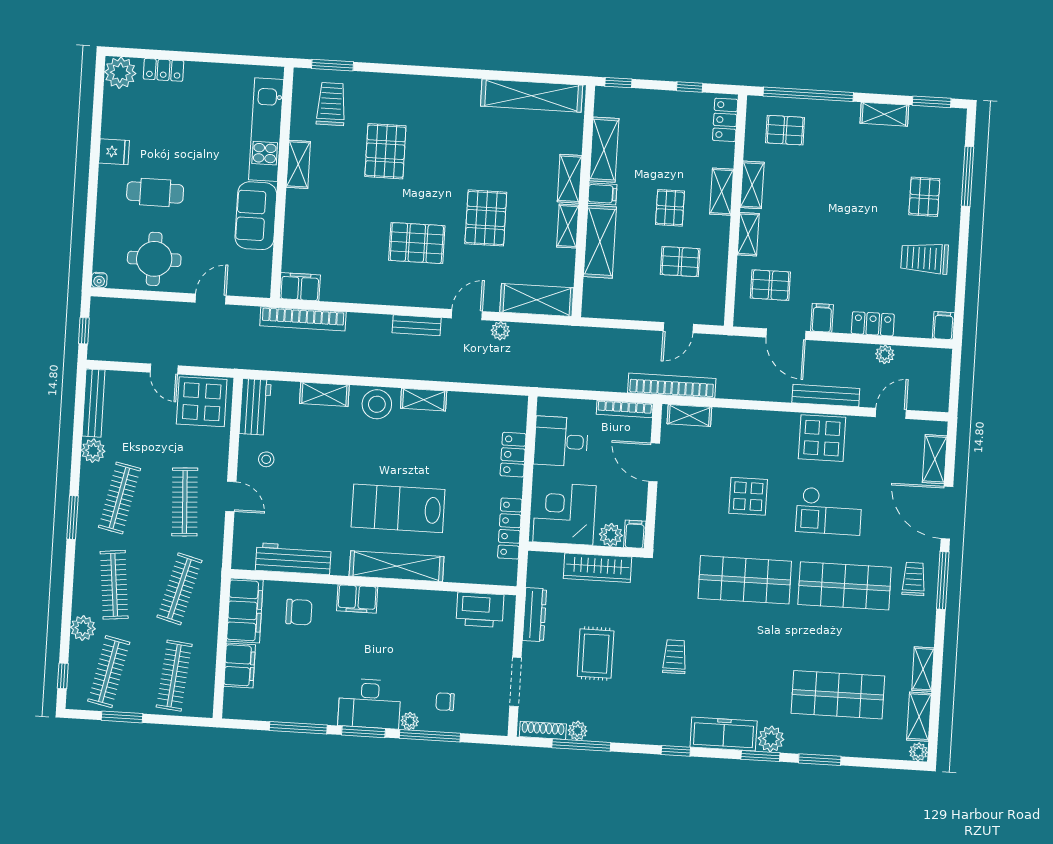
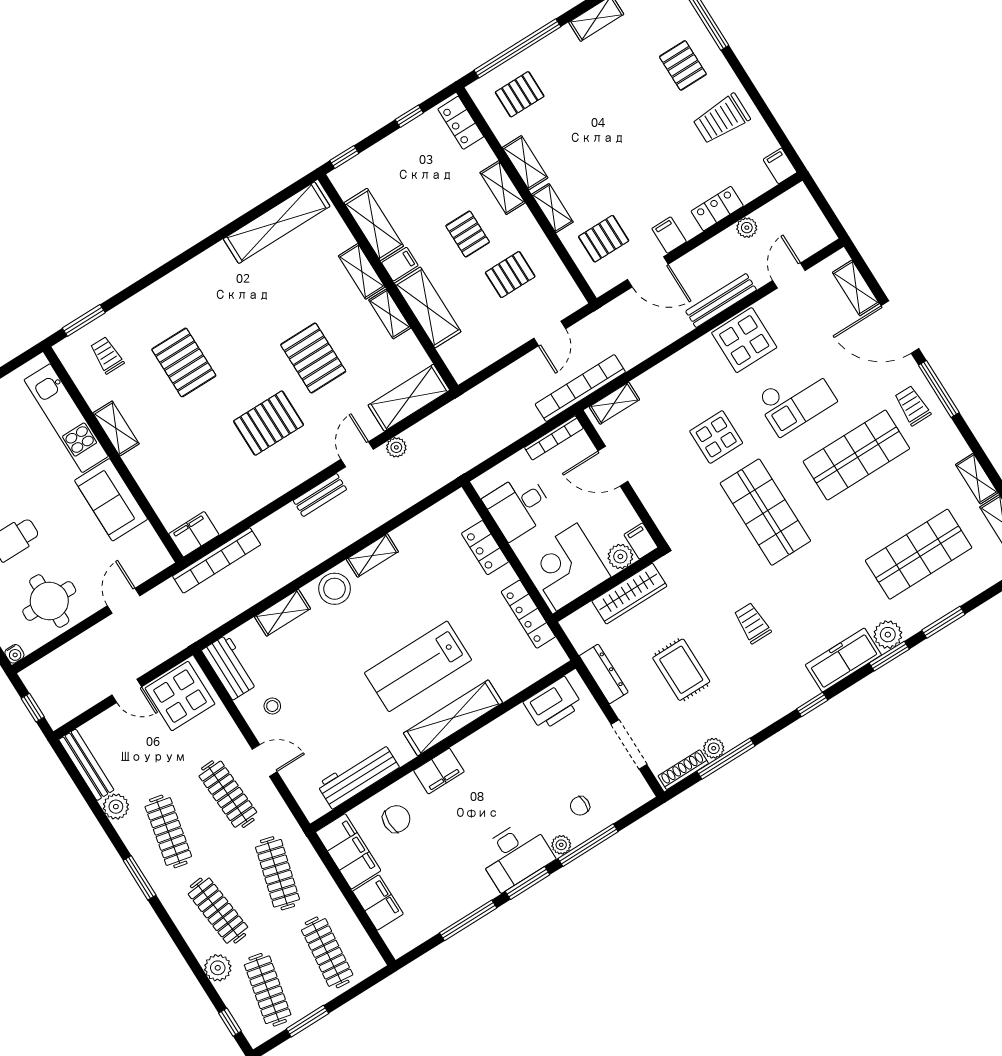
trolley: (331, 104) -> (107, 355), width x0.73, depth x0.72
shop shelf: (745, 580) -> (765, 512), turned 90

